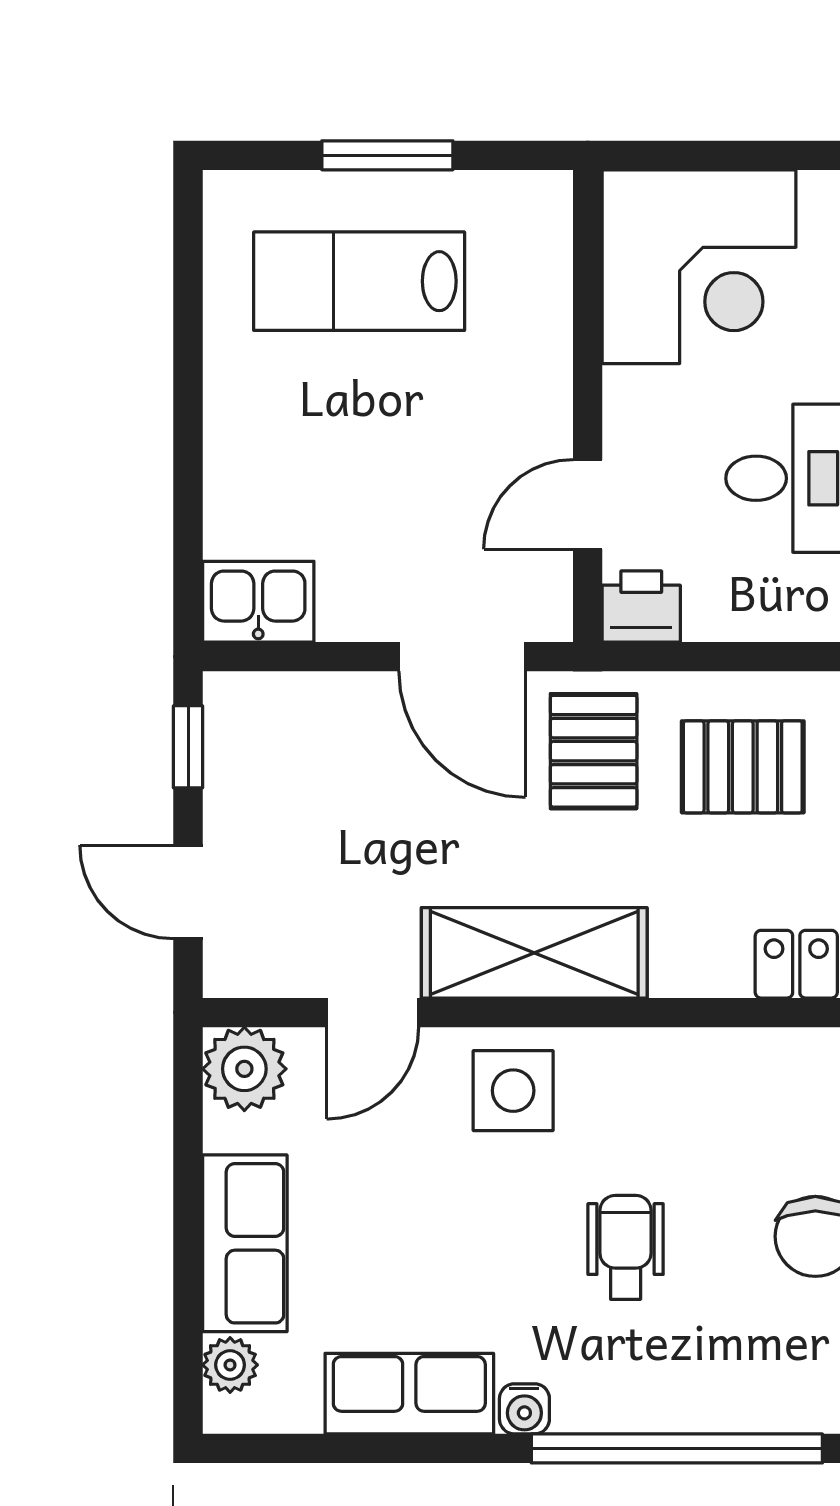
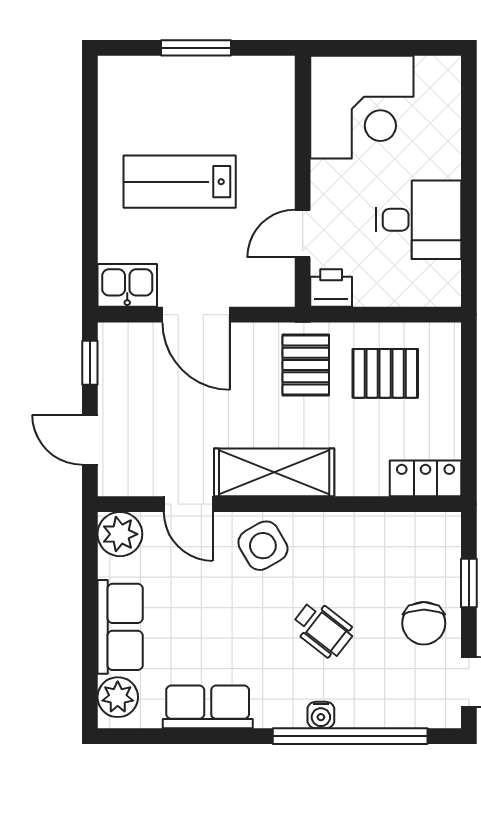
lab bench: (359, 281) -> (180, 182), moved
door: (462, 657) -> (196, 315), moved
door: (373, 1013) -> (188, 504), hinge flipped
side table: (513, 1091) -> (263, 546), turned -30
wheelchair: (626, 1247) -> (323, 629), turned 128
plant: (230, 1365) -> (118, 697), width x1.38, depth x1.38
water cooler: (524, 1409) -> (321, 715), moved

